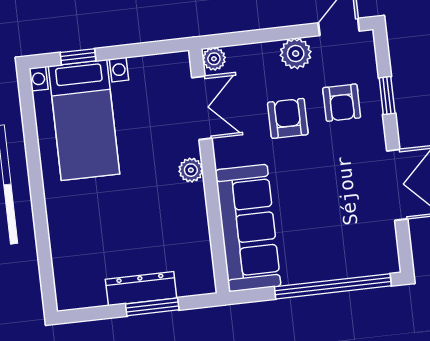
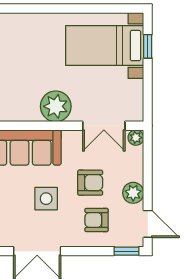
window: (387, 96) -> (127, 251), moved
plant: (191, 170) -> (56, 106), width x1.88, depth x1.88
side table: (319, 180) -> (46, 199), added

